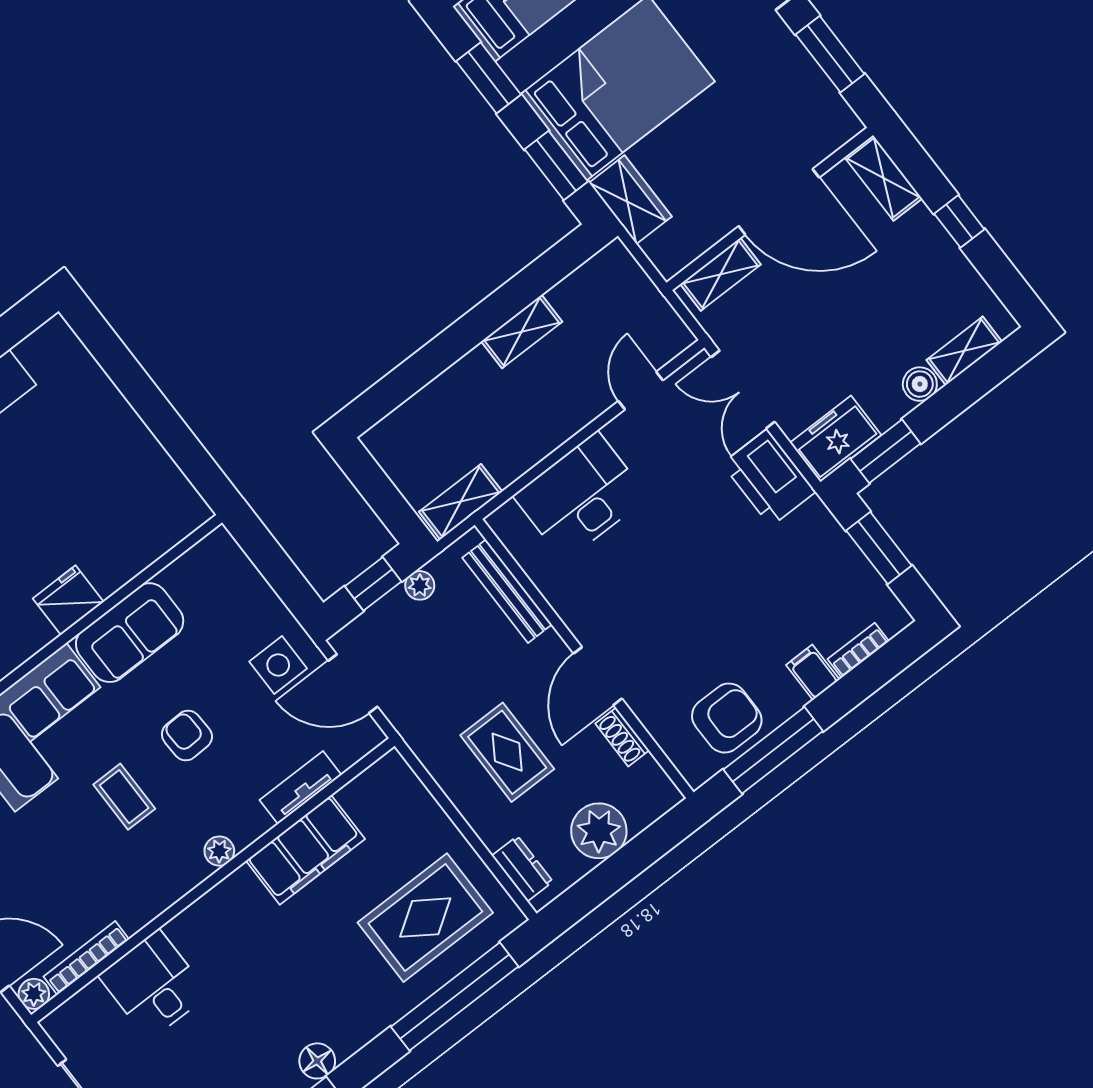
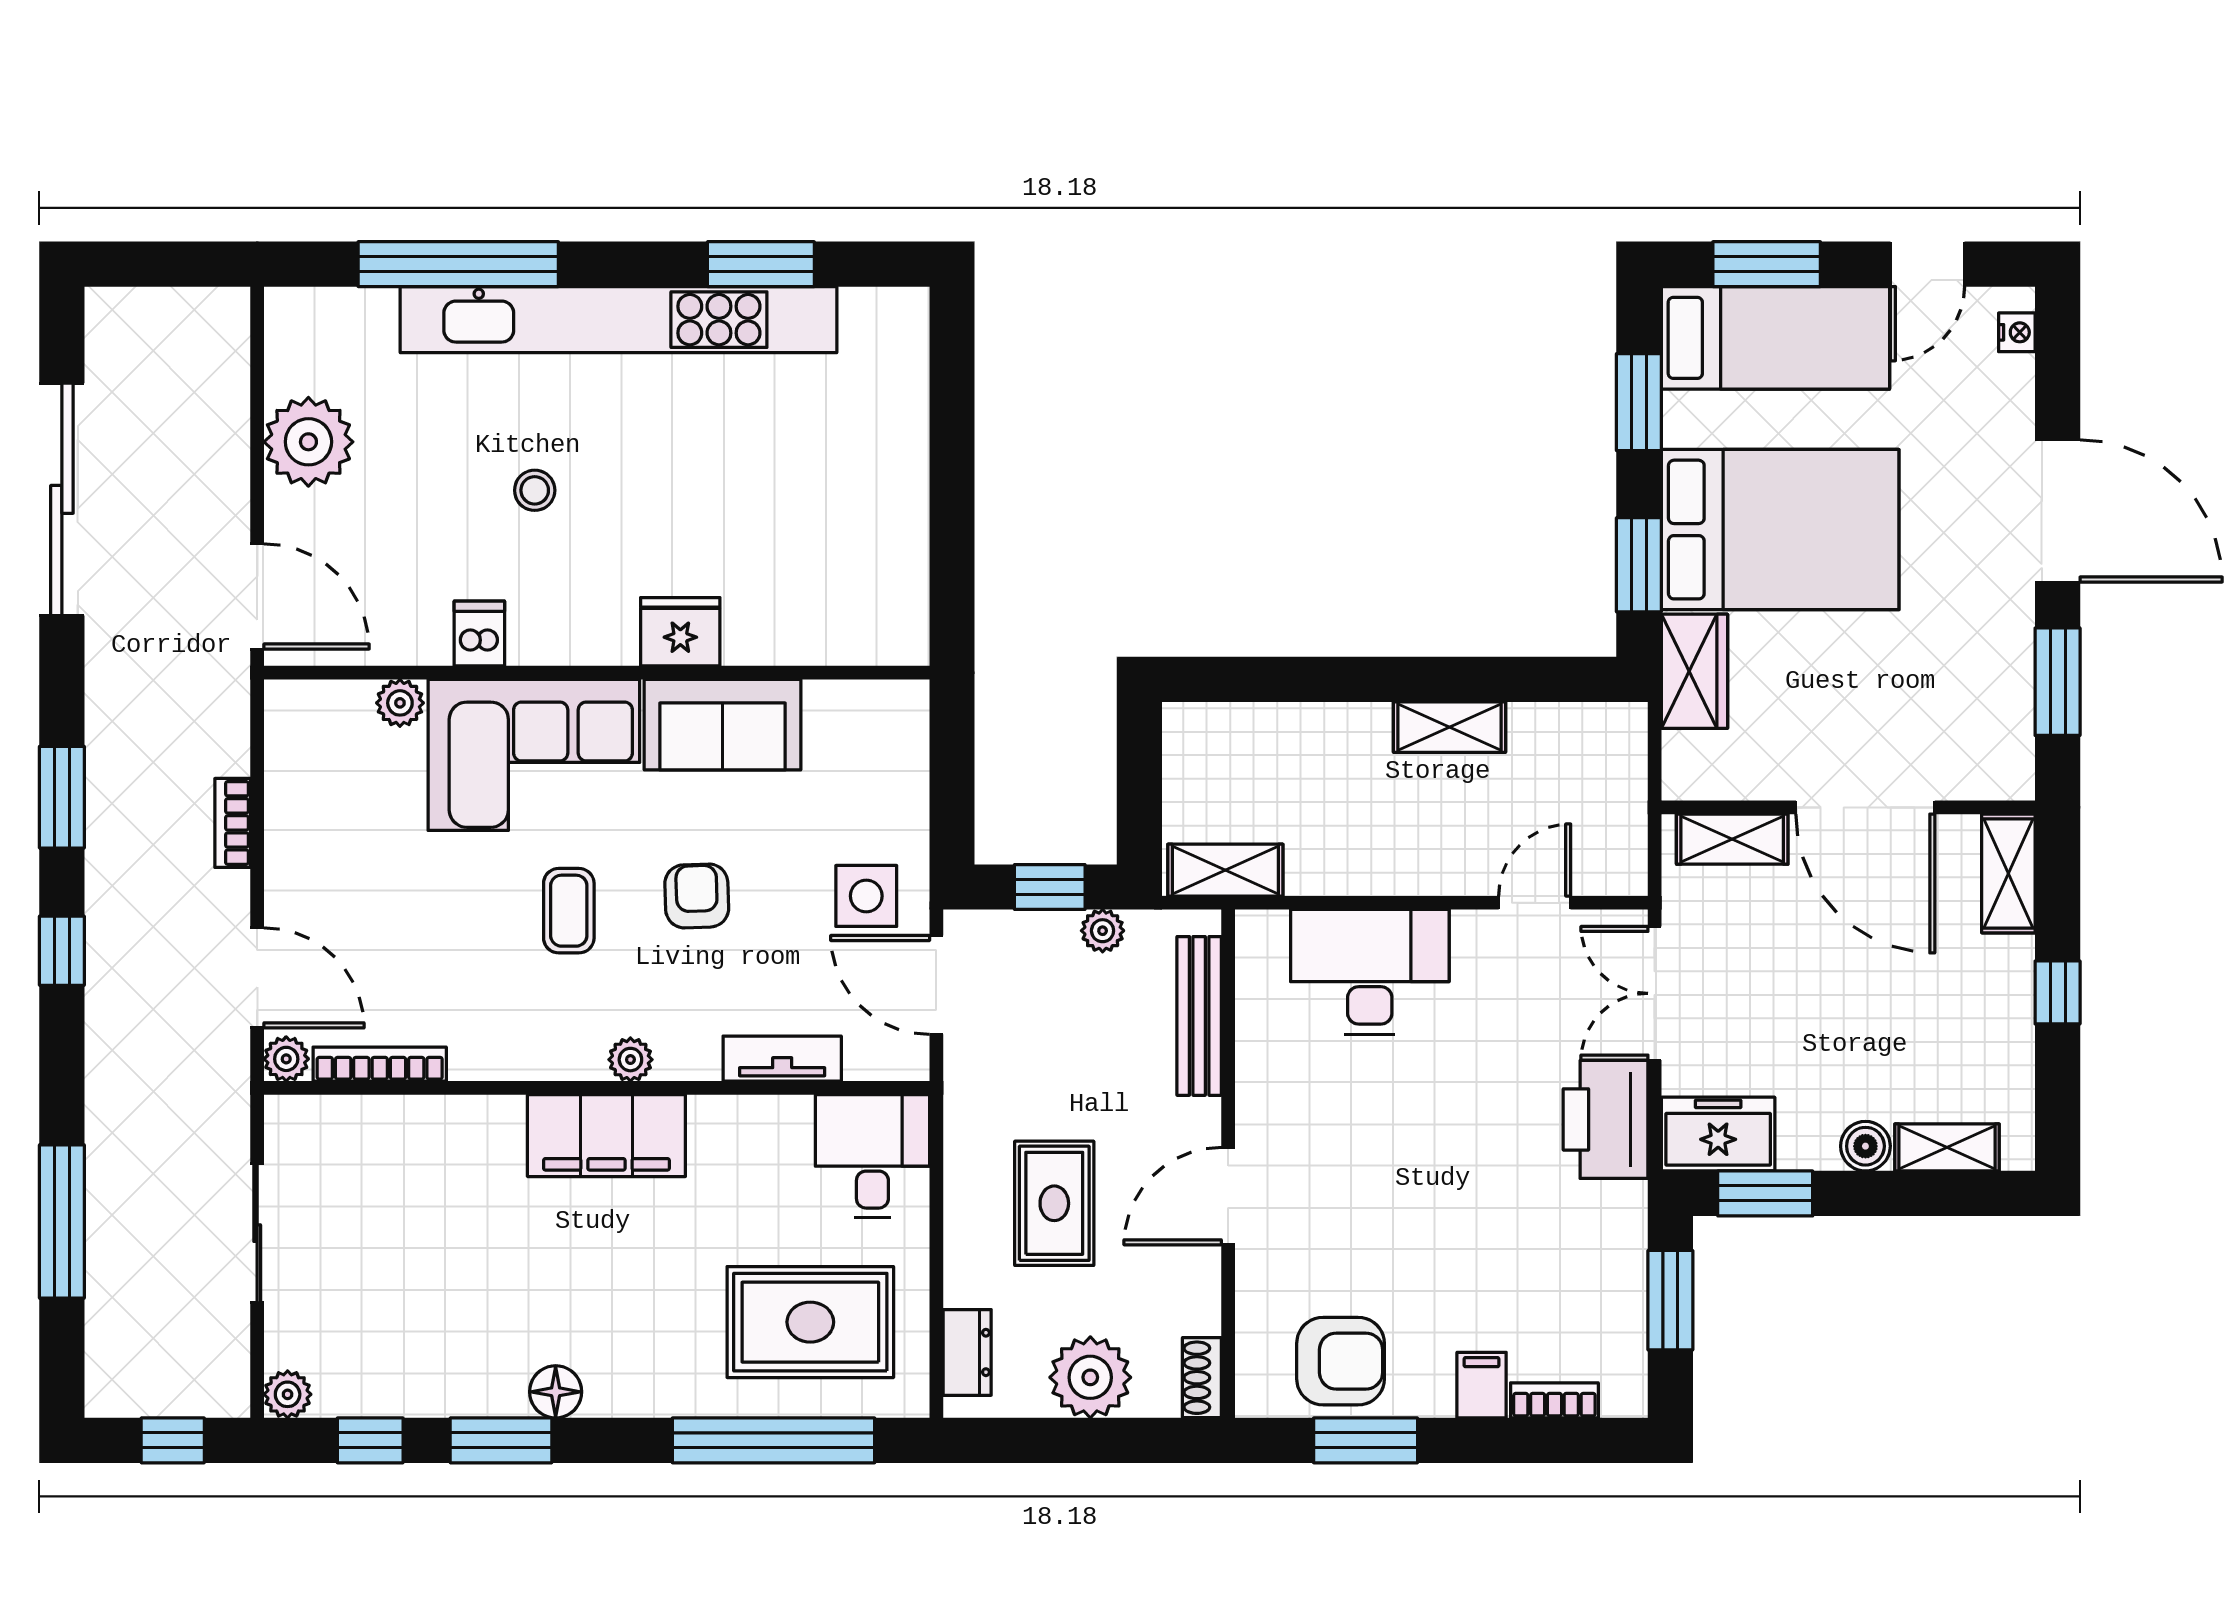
shoe rack: (622, 737) -> (1202, 1378), moved
window: (773, 750) -> (1366, 1440), width x0.69
filing cabinet: (305, 850) -> (606, 1136), moved
desk: (154, 985) -> (872, 1156), moved

